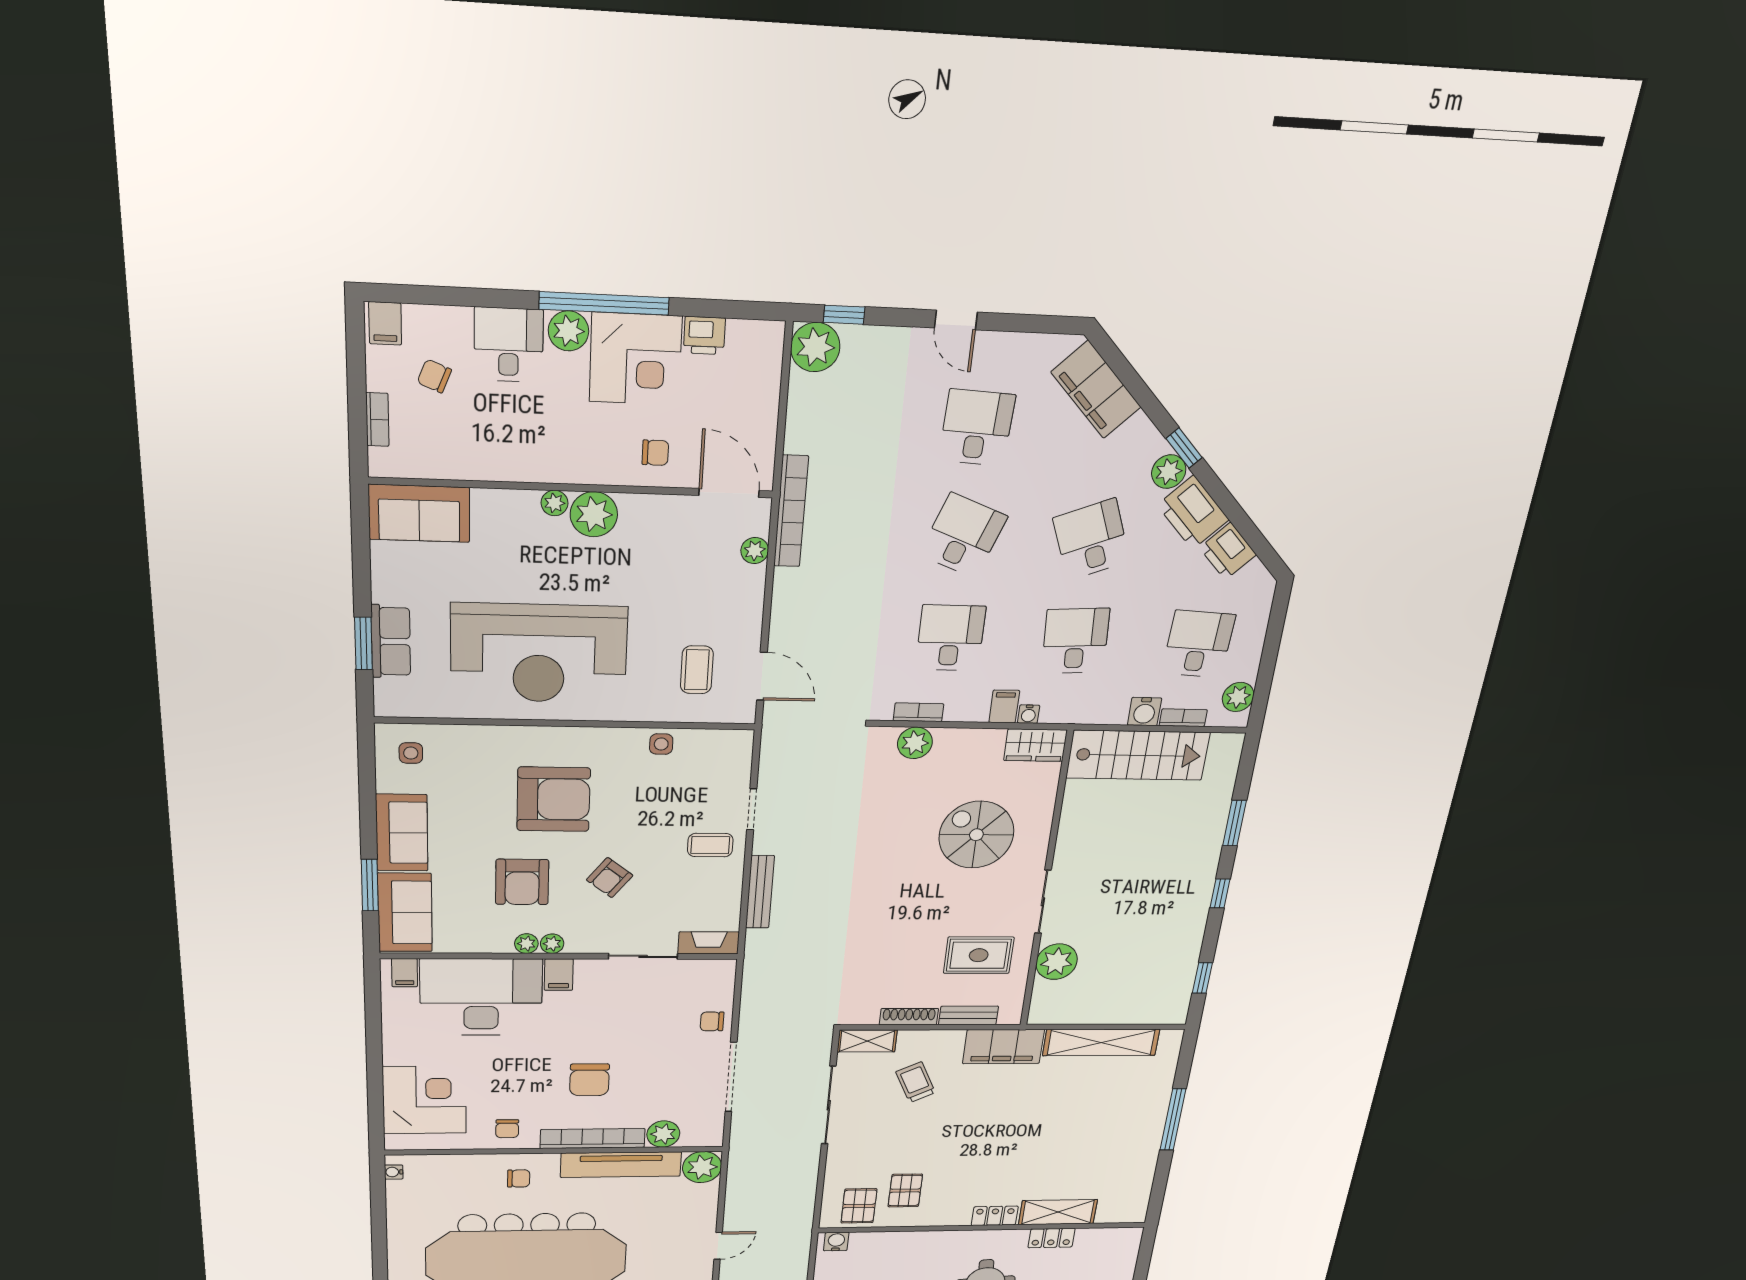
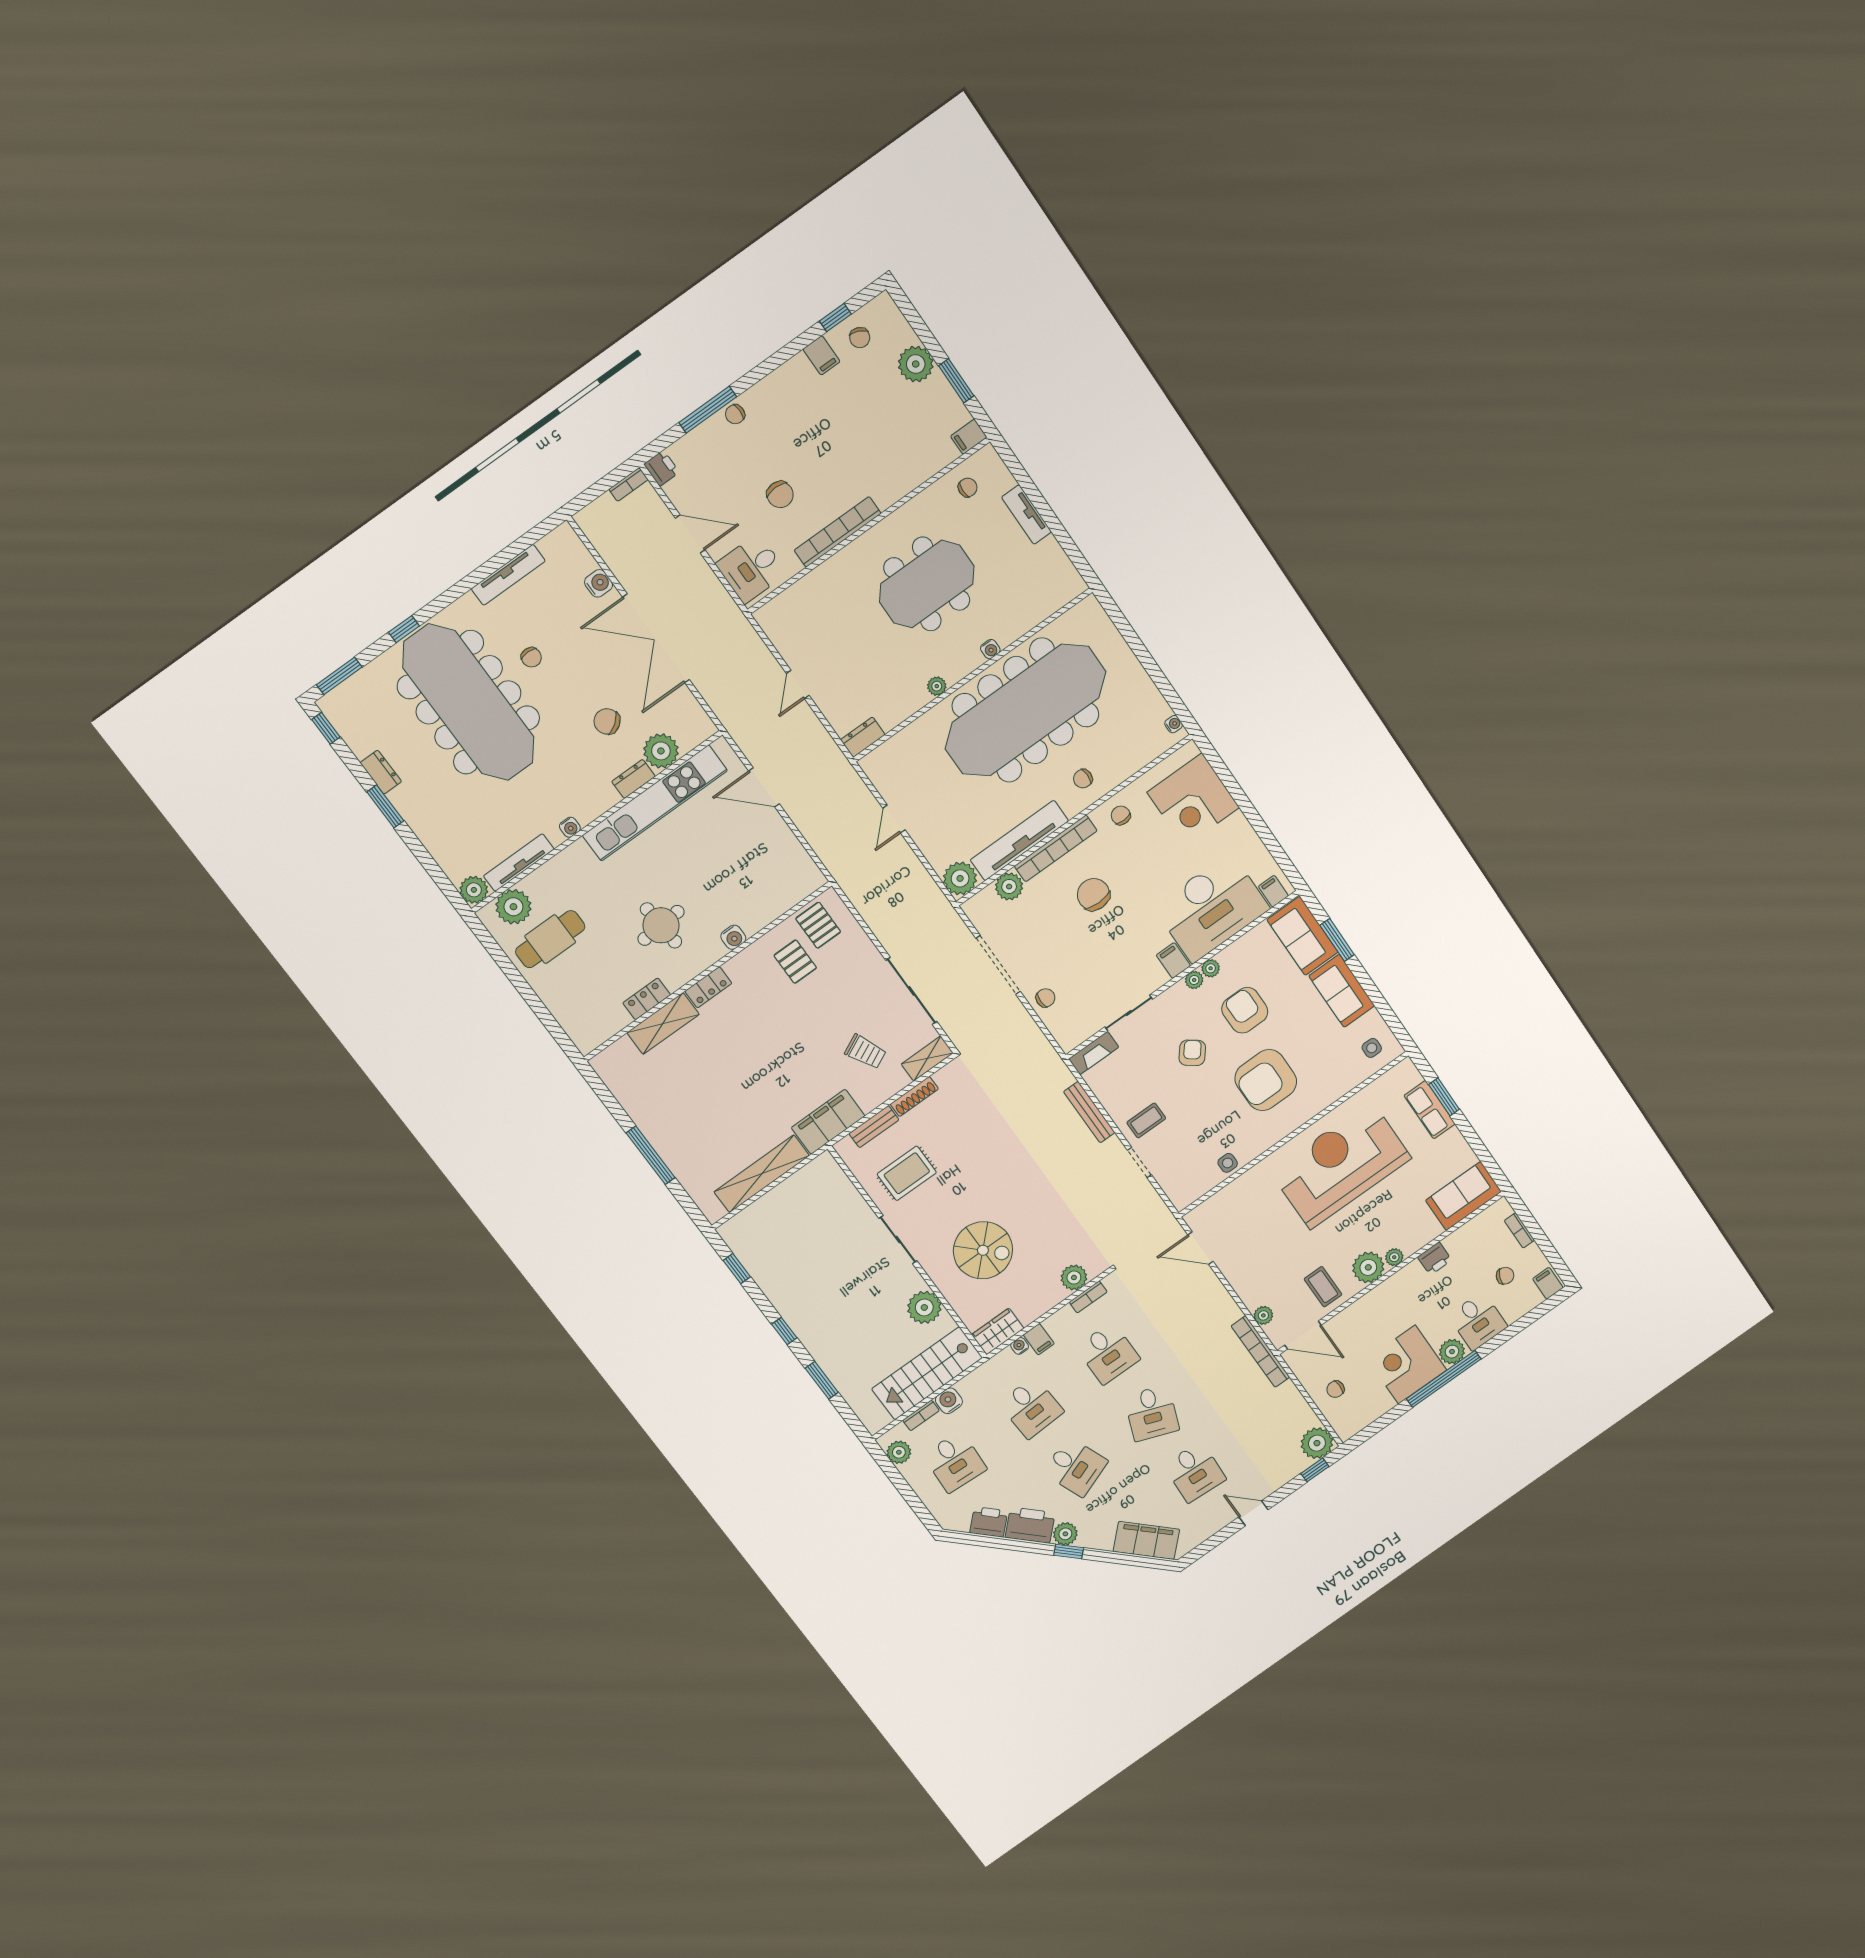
printer: (704, 335) -> (1435, 1259), moved, turned 180
chair: (655, 453) -> (1335, 1389), moved
coffee table: (697, 670) -> (1323, 1287), moved
plant: (1057, 962) -> (924, 1307), moved
water cooler: (836, 1242) -> (733, 937), moved

